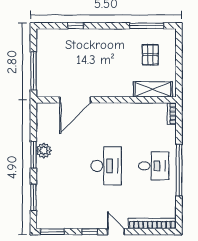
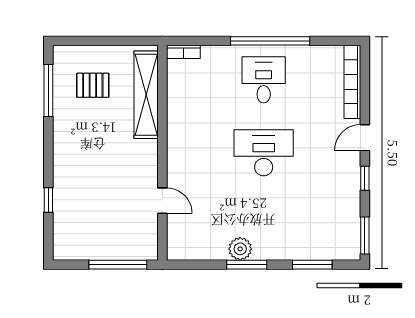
shelving: (153, 89) -> (146, 95), width x1.47
door: (75, 100) -> (162, 201), width x0.53

